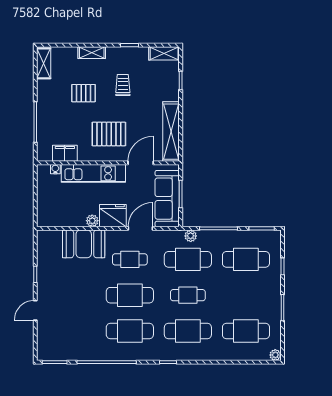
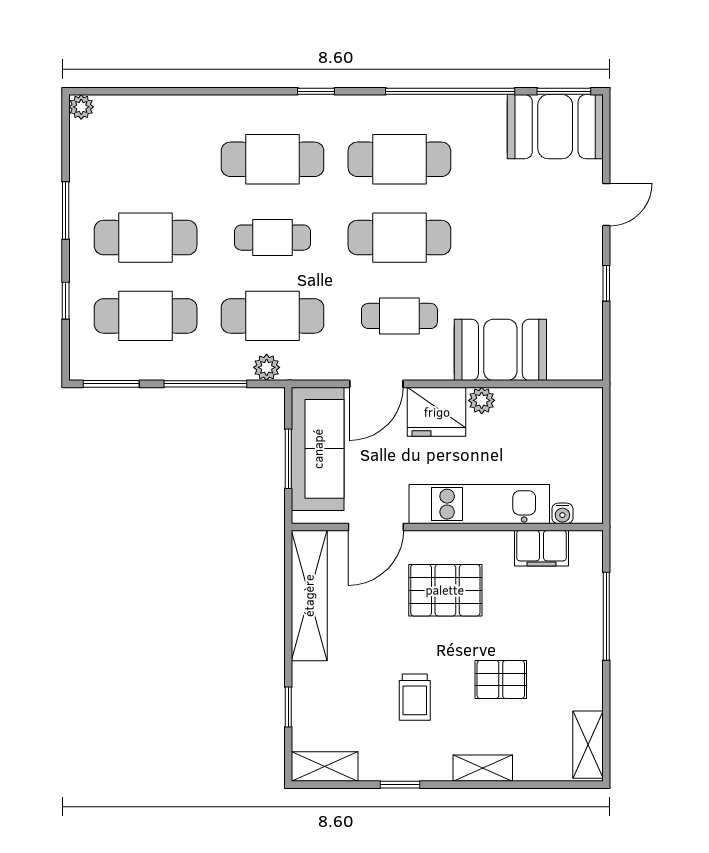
cafe table: (246, 331) -> (146, 238), moved
booth: (59, 346) -> (555, 127), added

